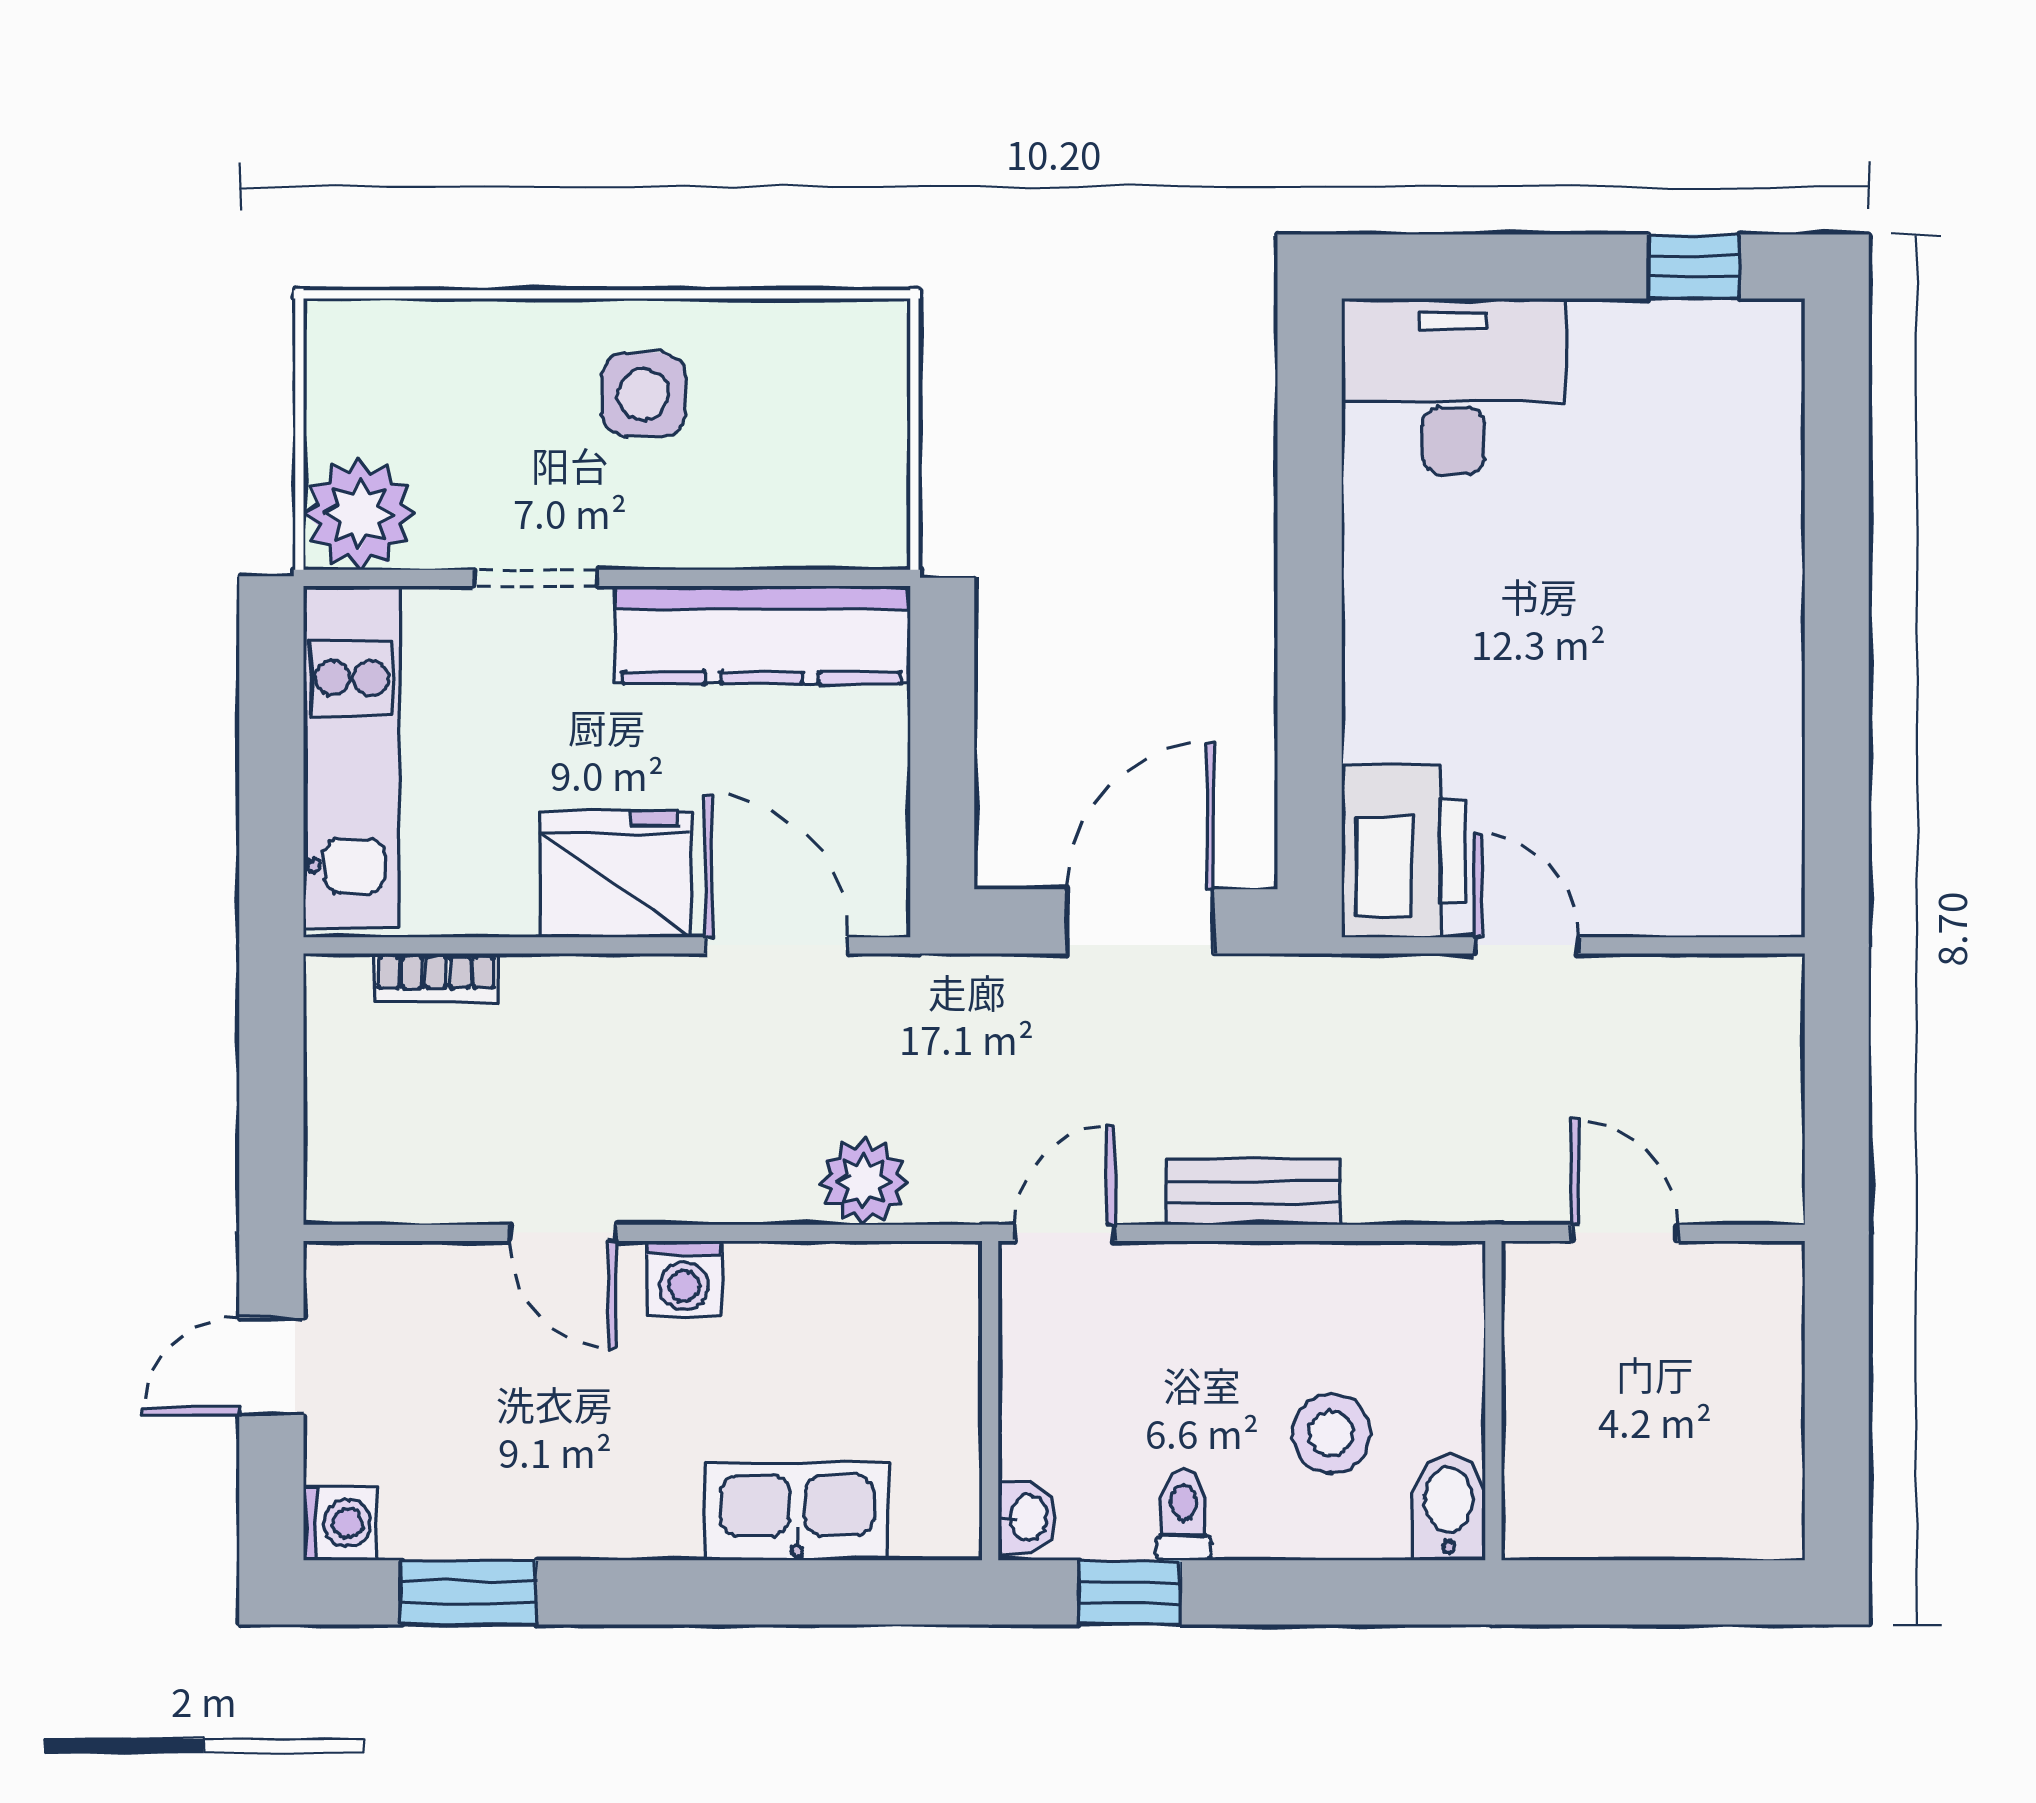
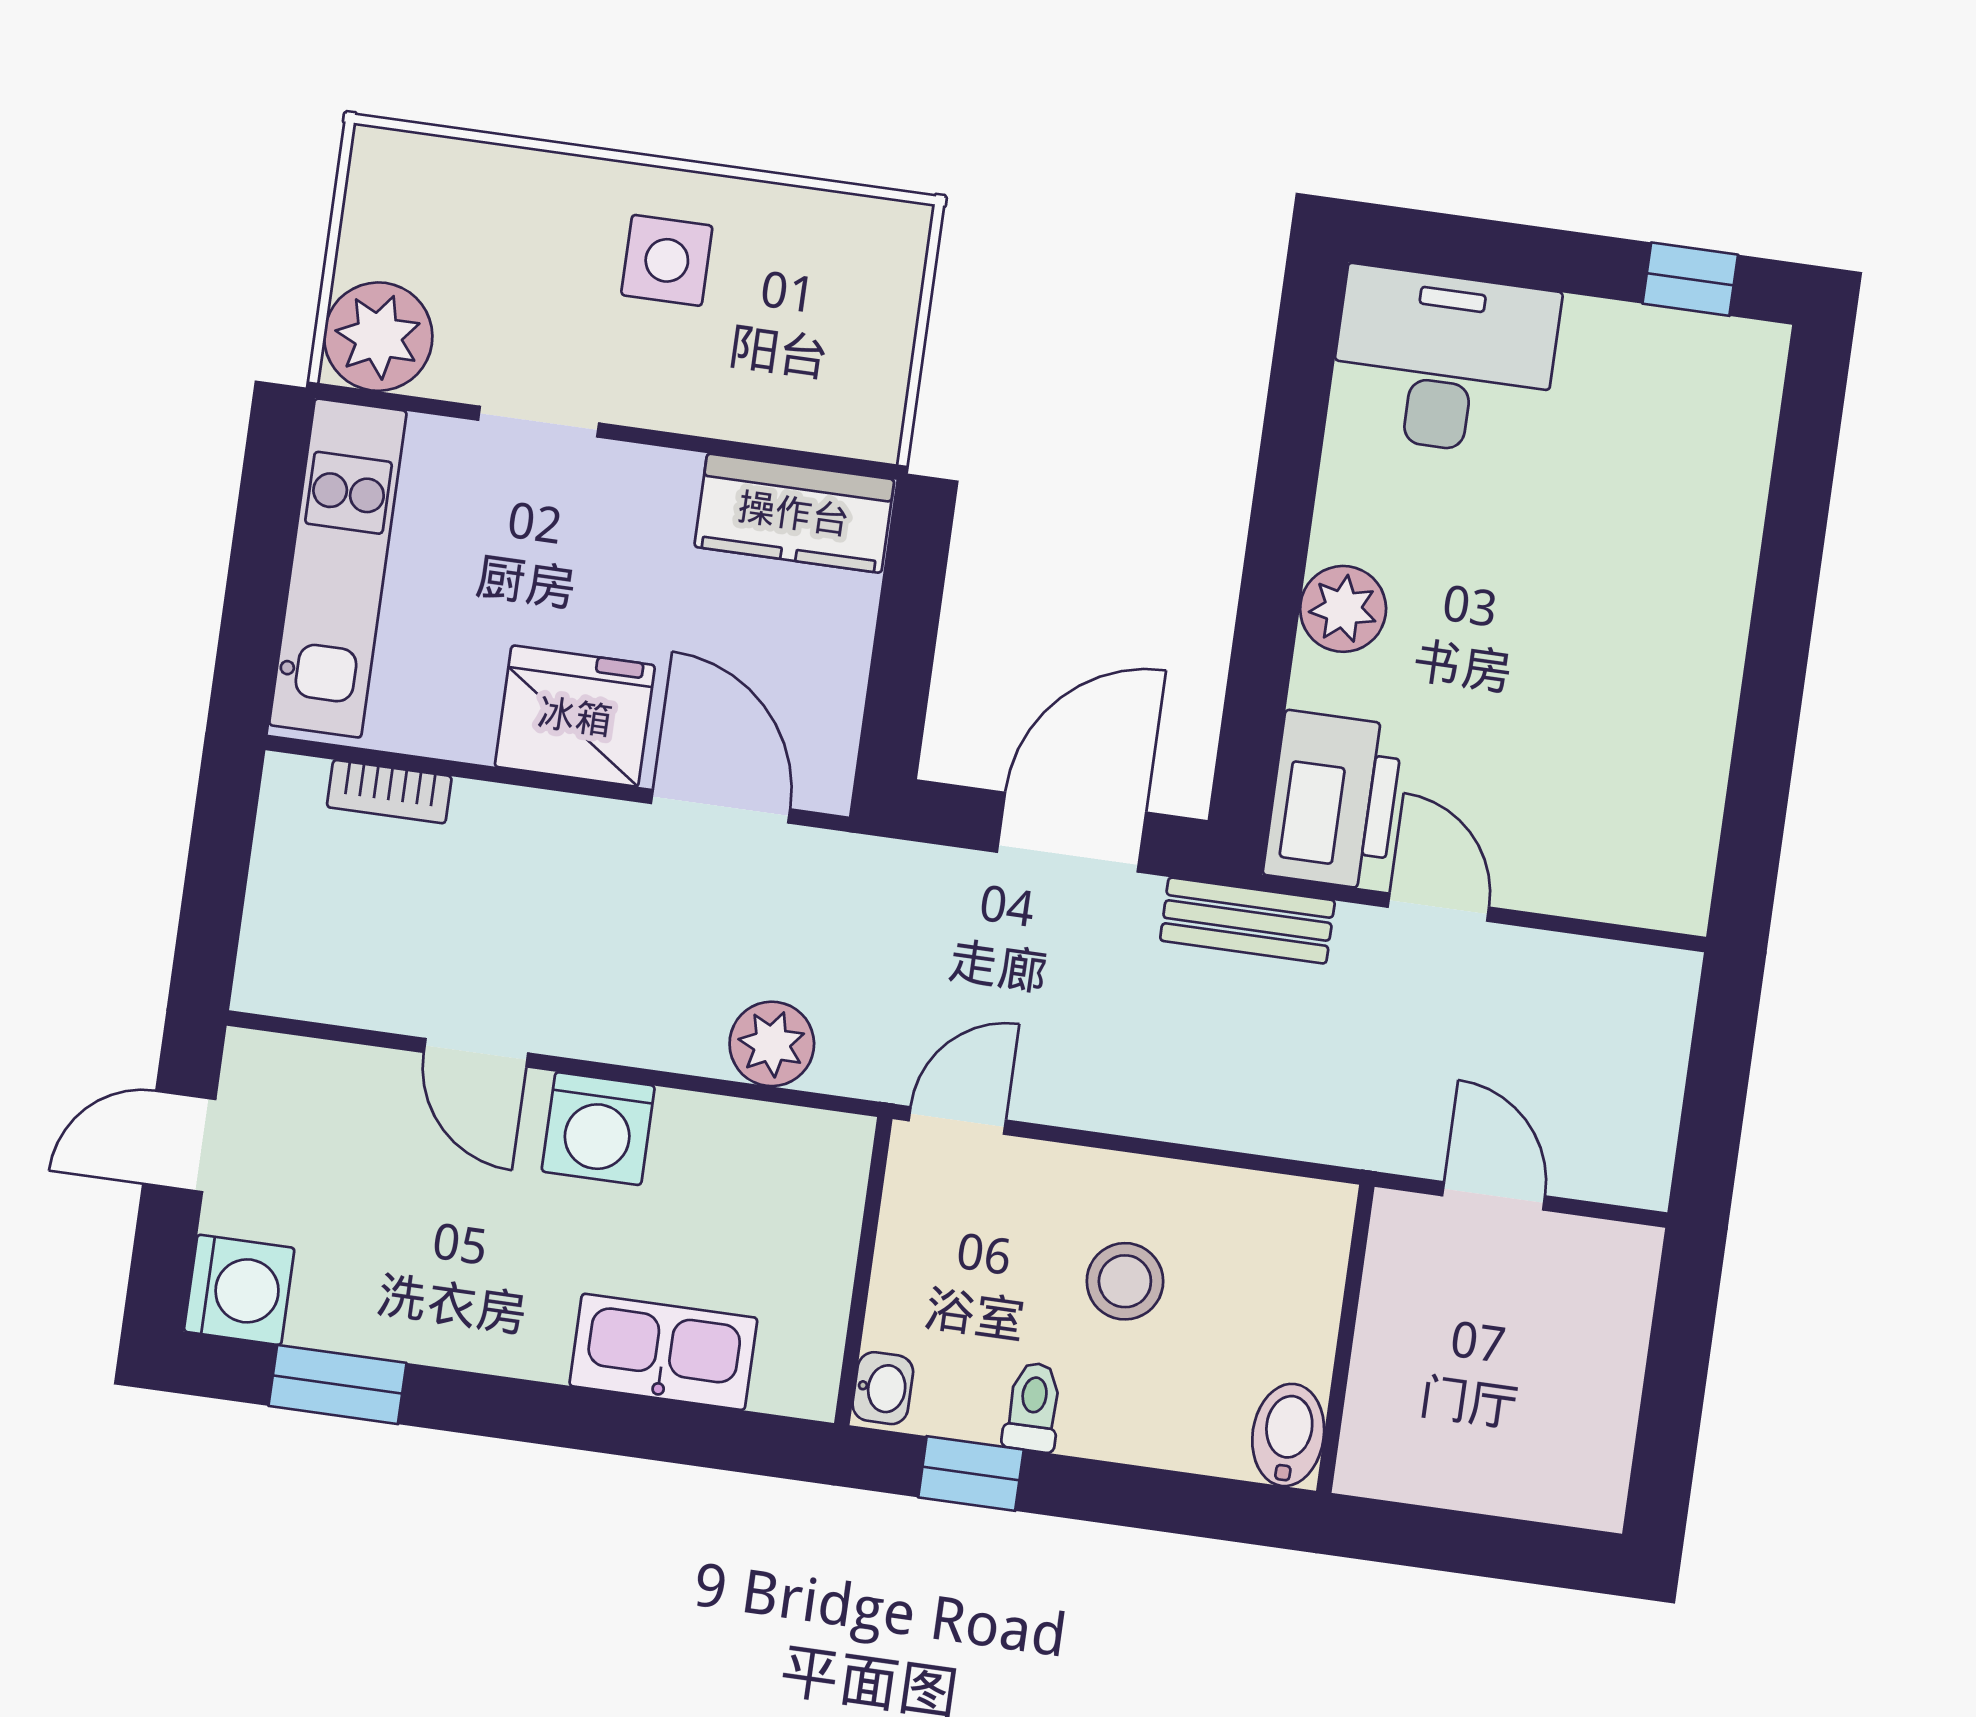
kitchen counter: (762, 635) -> (794, 513), width x0.67
plant: (1386, 654) -> (1343, 609), added
bench: (1253, 1192) -> (1247, 920), moved
washing machine: (684, 1279) -> (598, 1129), width x1.38, depth x1.38
stool: (1331, 1433) -> (1125, 1281), moved
washing machine: (340, 1523) -> (239, 1290), width x1.38, depth x1.38

